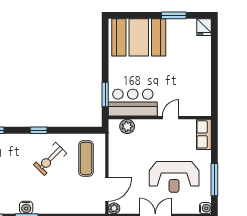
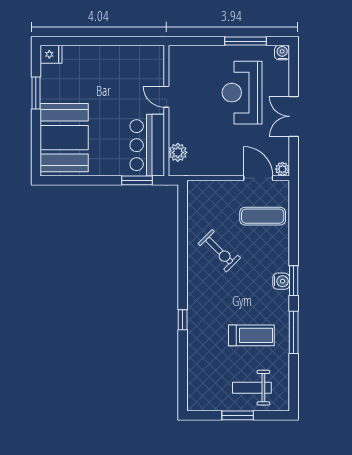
window: (39, 130) -> (183, 265), removed
row of seats: (204, 134) -> (188, 54), removed
exercise mat: (86, 158) -> (263, 216), moved
reception desk: (174, 177) -> (242, 93), turned 180

